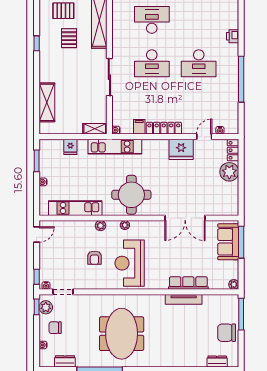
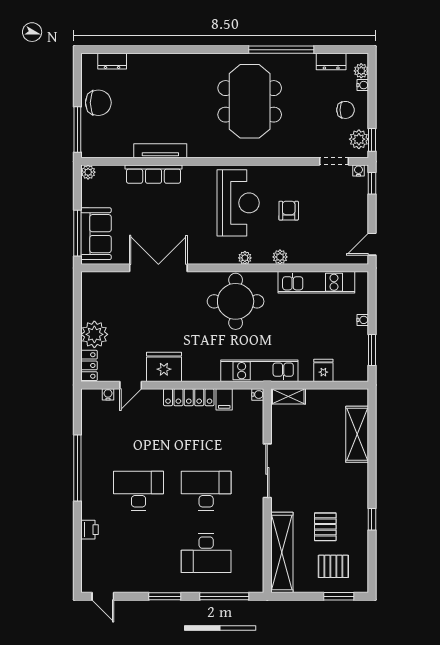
plant: (44, 355) -> (361, 71), added

